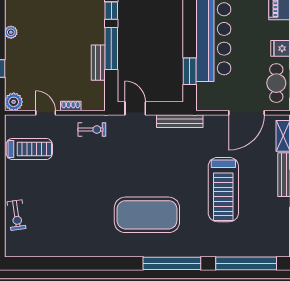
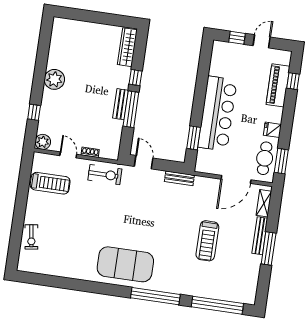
plant: (11, 32) -> (54, 79), width x1.88, depth x1.88
bench: (98, 63) -> (121, 104), moved
bench: (180, 121) -> (179, 178), width x0.73
exercise bike: (92, 130) -> (105, 175), width x1.38, depth x1.39
treadmill: (223, 190) -> (207, 241), width x0.73, depth x0.73
exercise mat: (147, 215) -> (125, 264), moved

